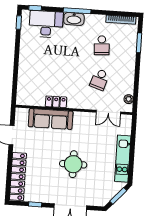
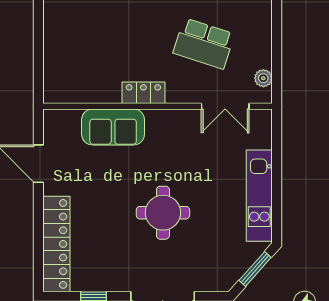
school desk: (100, 80) -> (204, 44), width x1.85
locker: (56, 102) -> (143, 93), moved
sofa: (51, 119) -> (113, 127), width x0.73

